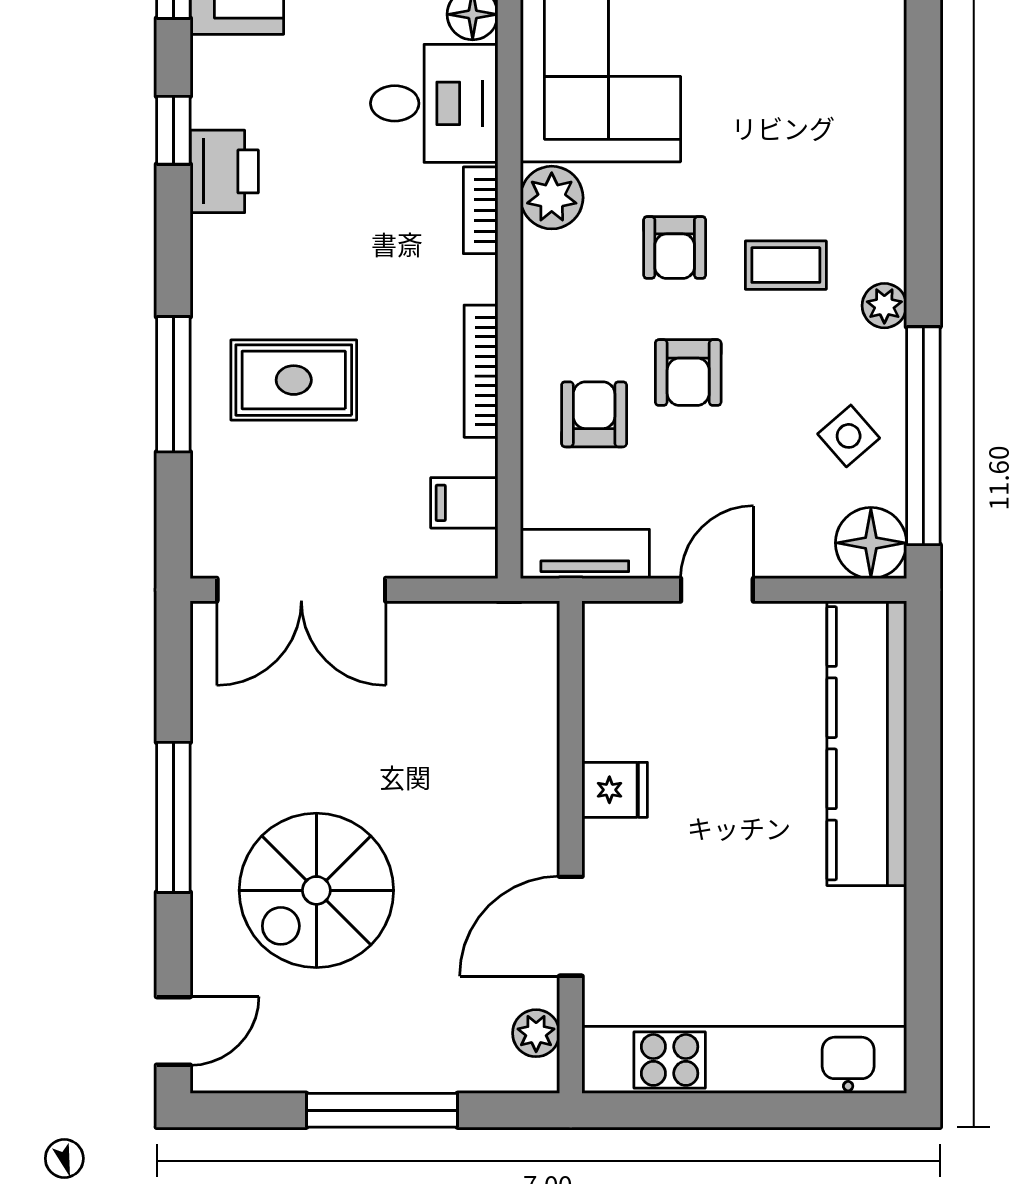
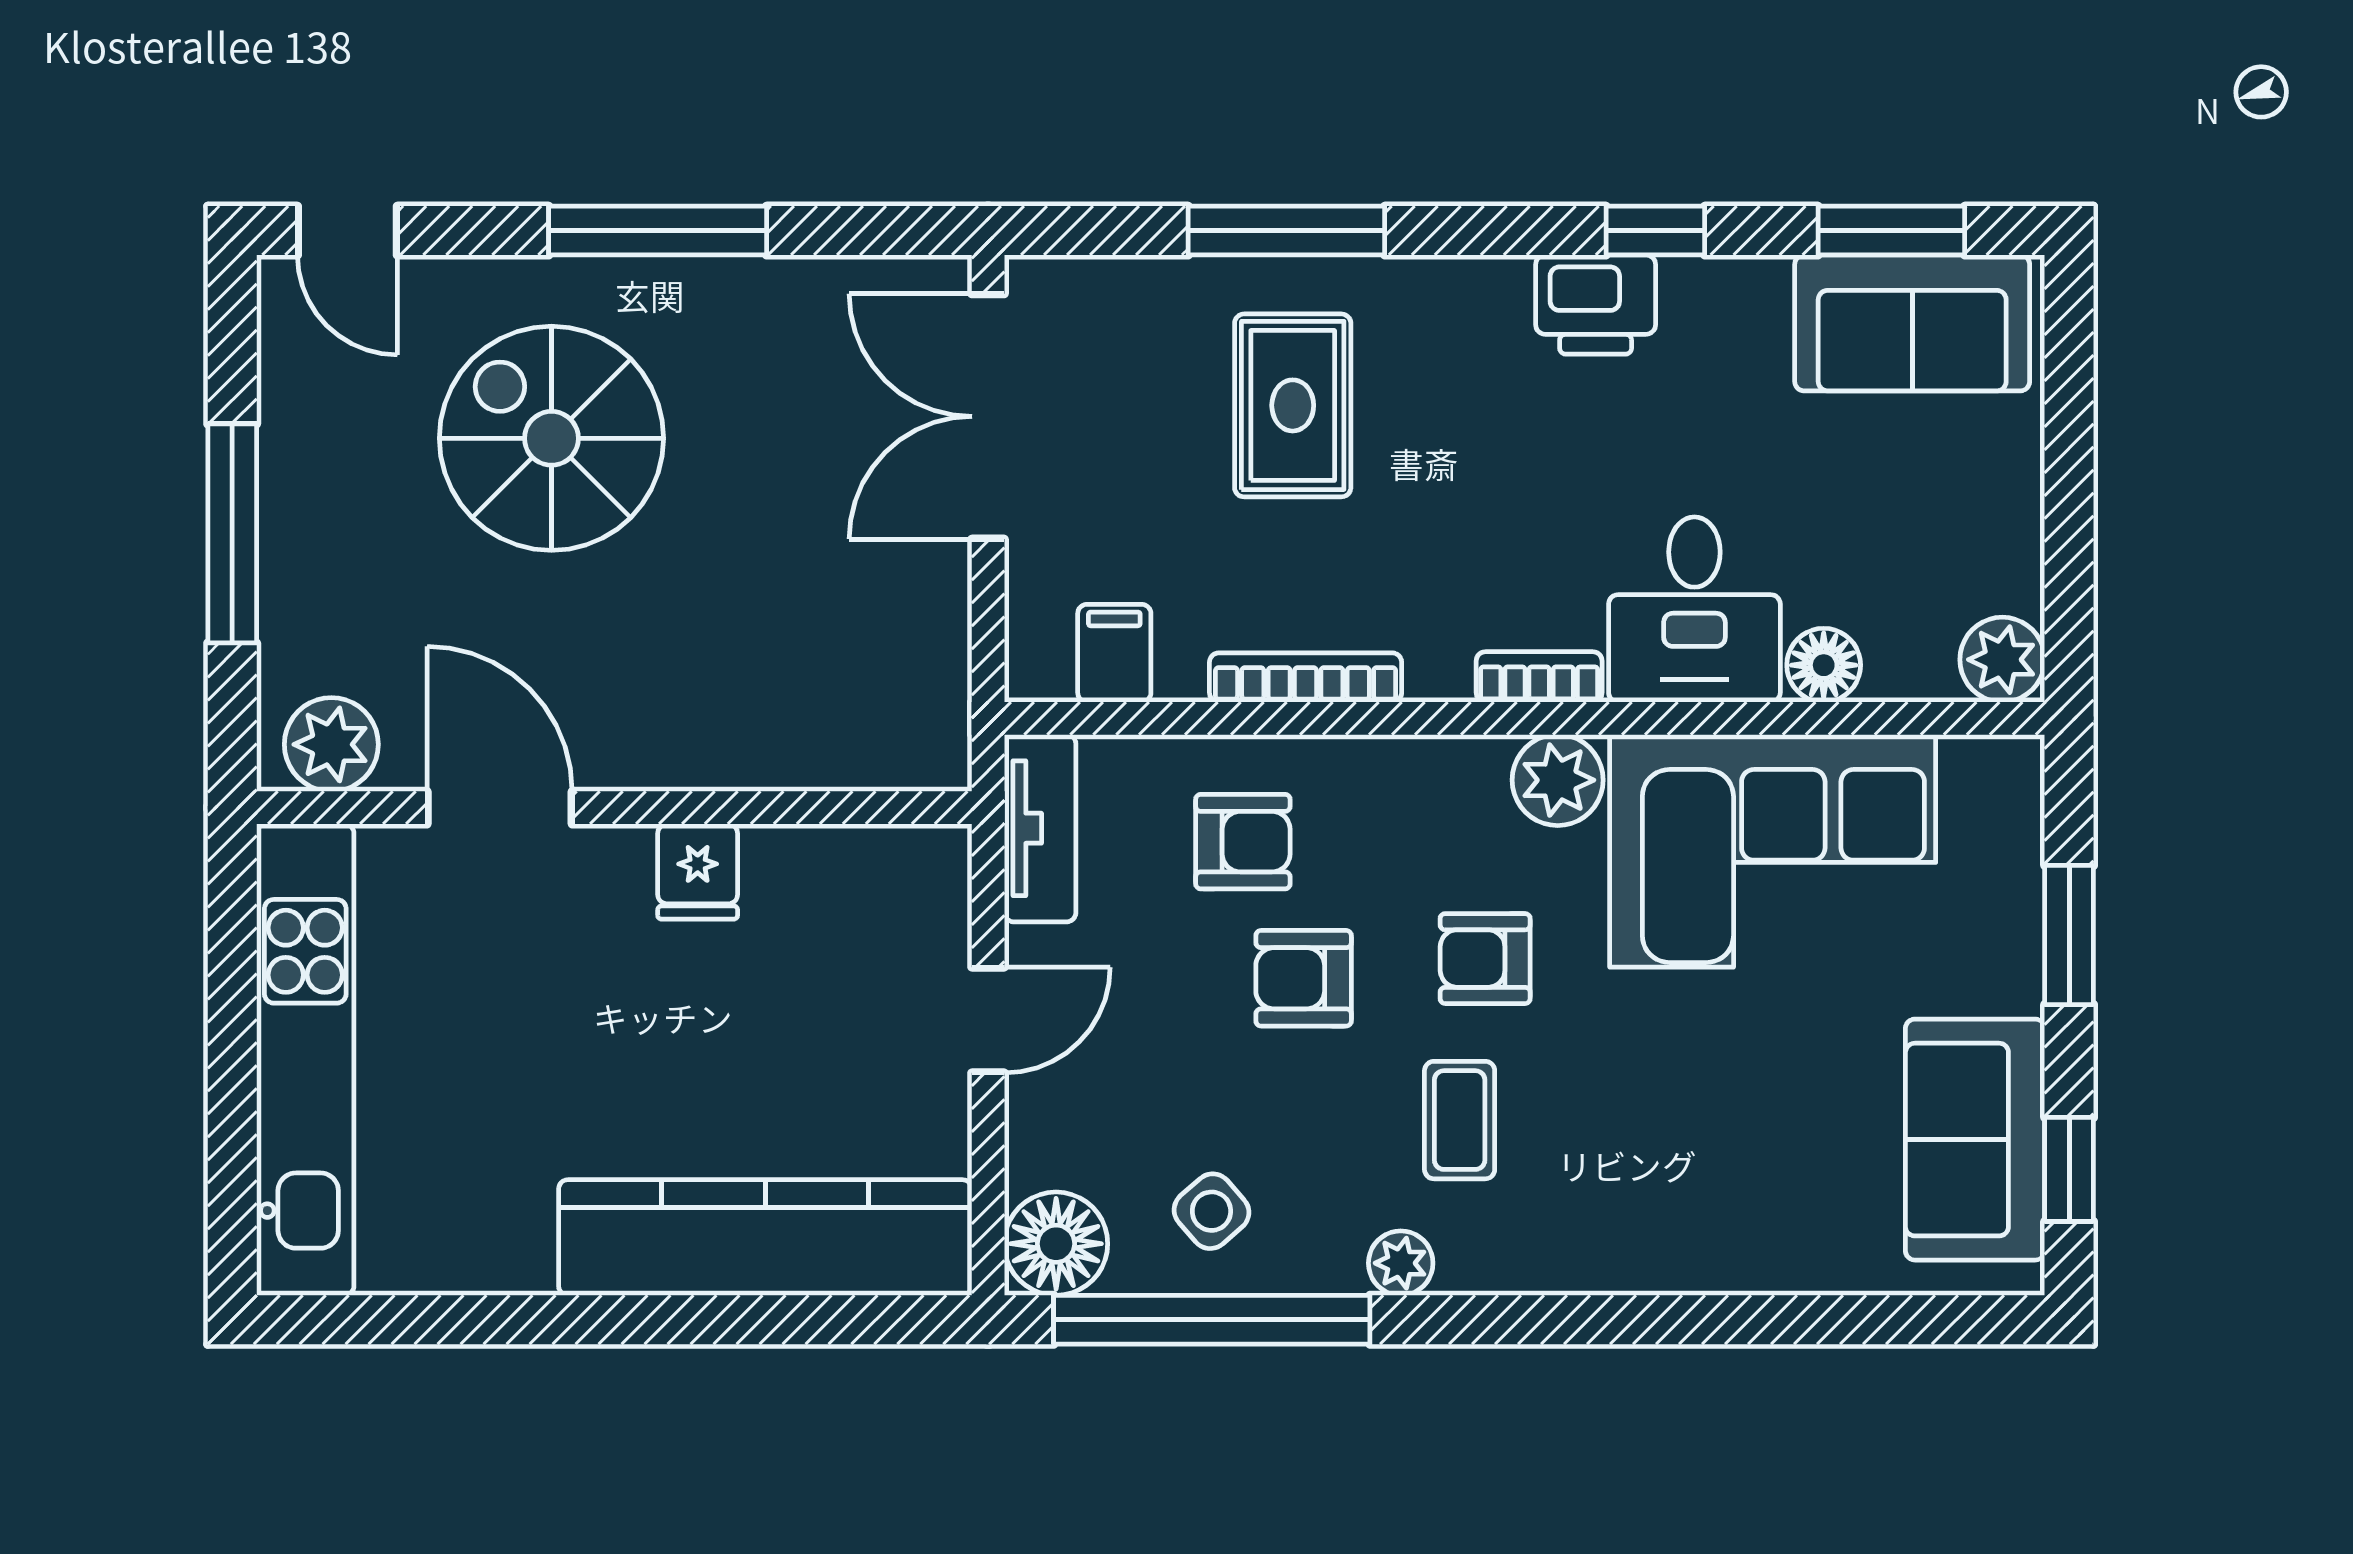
door: (717, 590) -> (988, 1020), hinge flipped
plant: (536, 1033) -> (331, 744), width x1.38, depth x1.38

